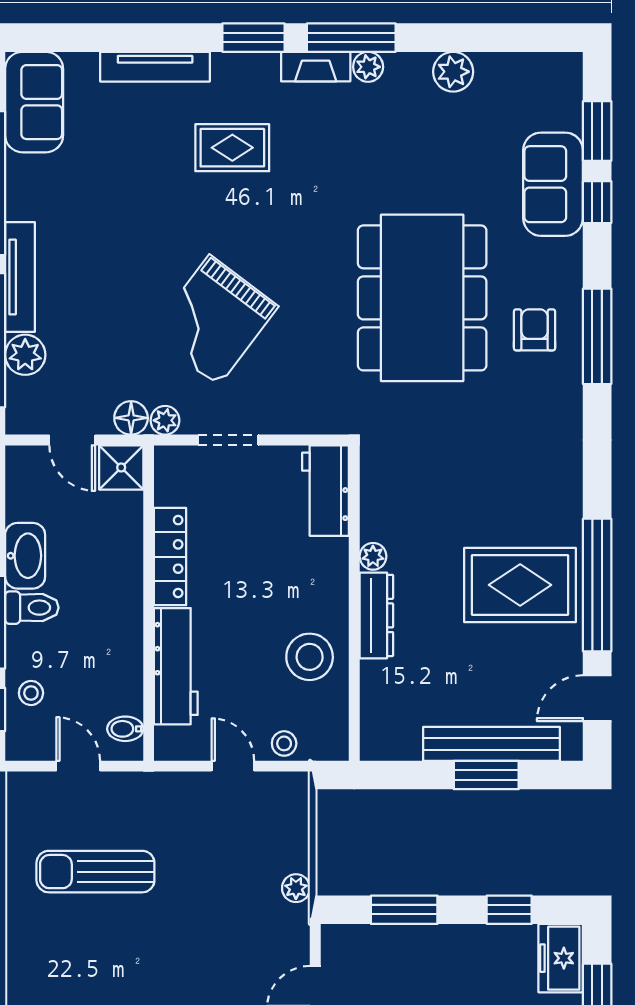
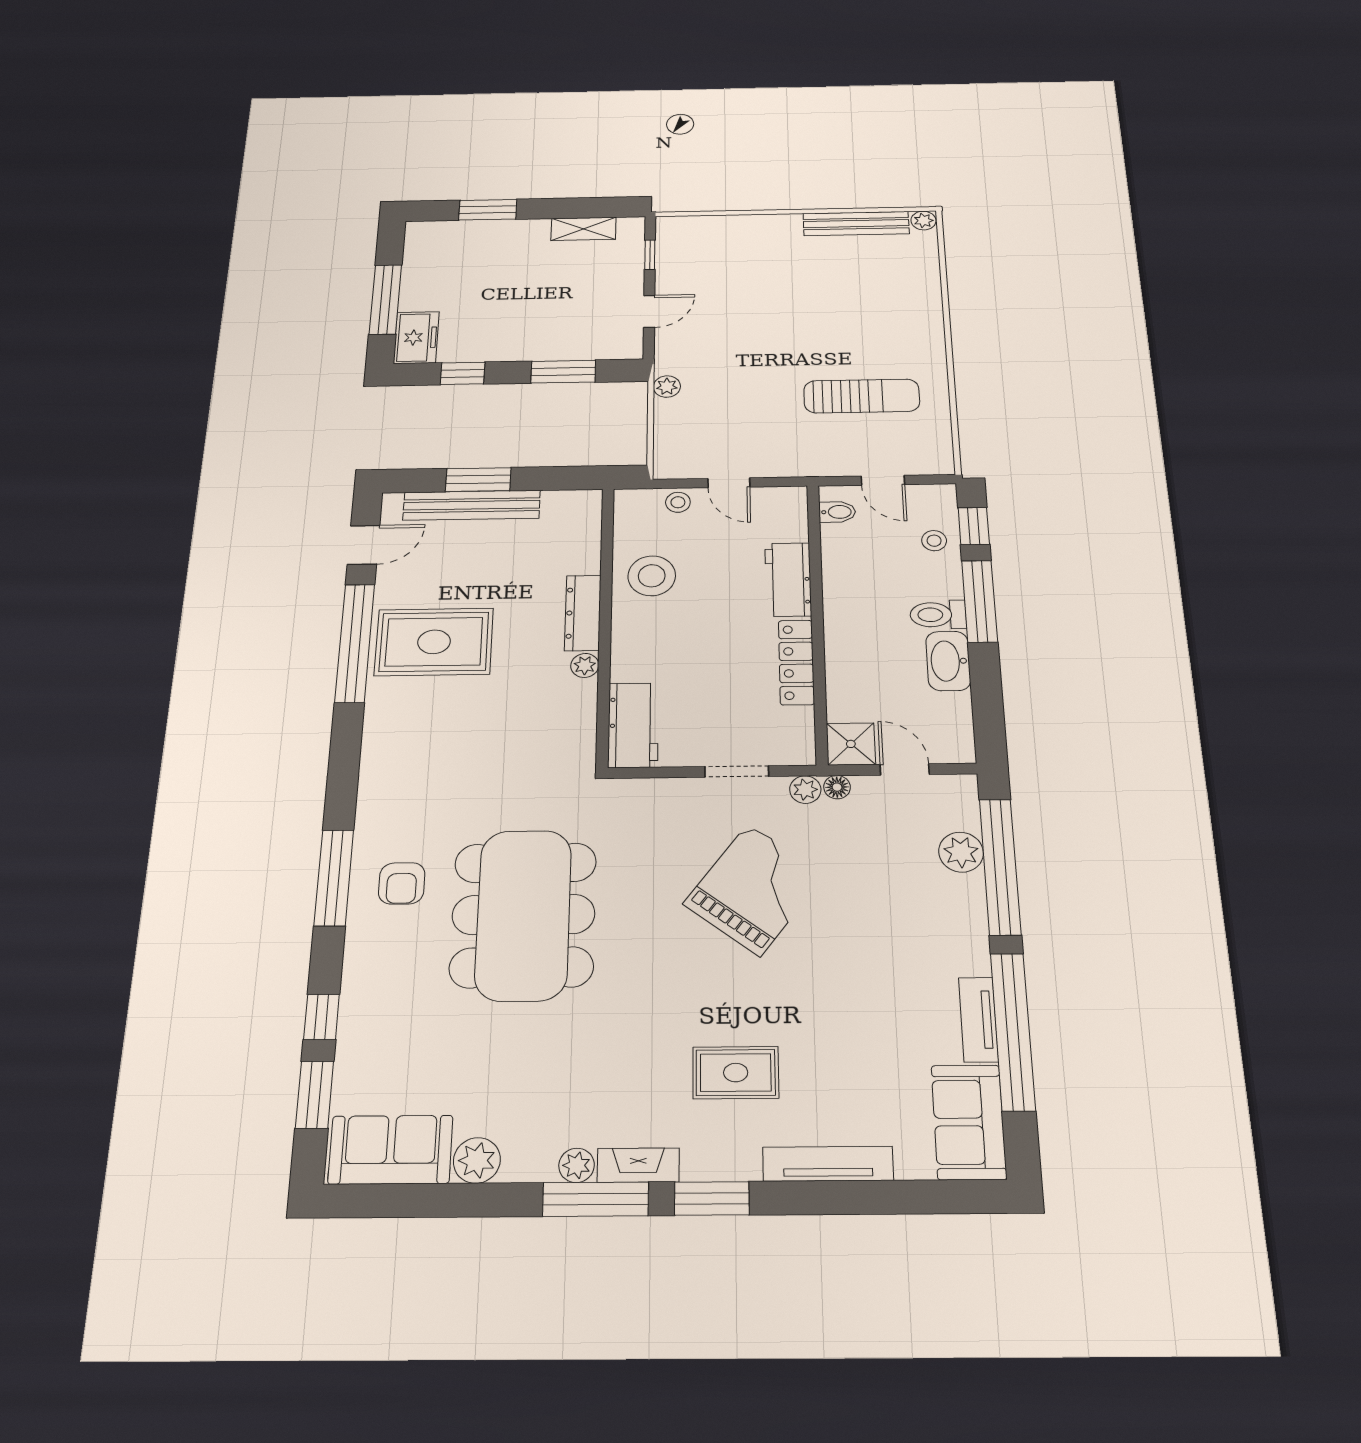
sofa: (553, 184) -> (391, 1150), moved, turned -90
tv unit: (20, 277) -> (978, 1019), moved, width x0.71
floor lamp: (131, 418) -> (837, 787), width x0.73, depth x0.73
workbench: (176, 666) -> (788, 579), width x0.73

